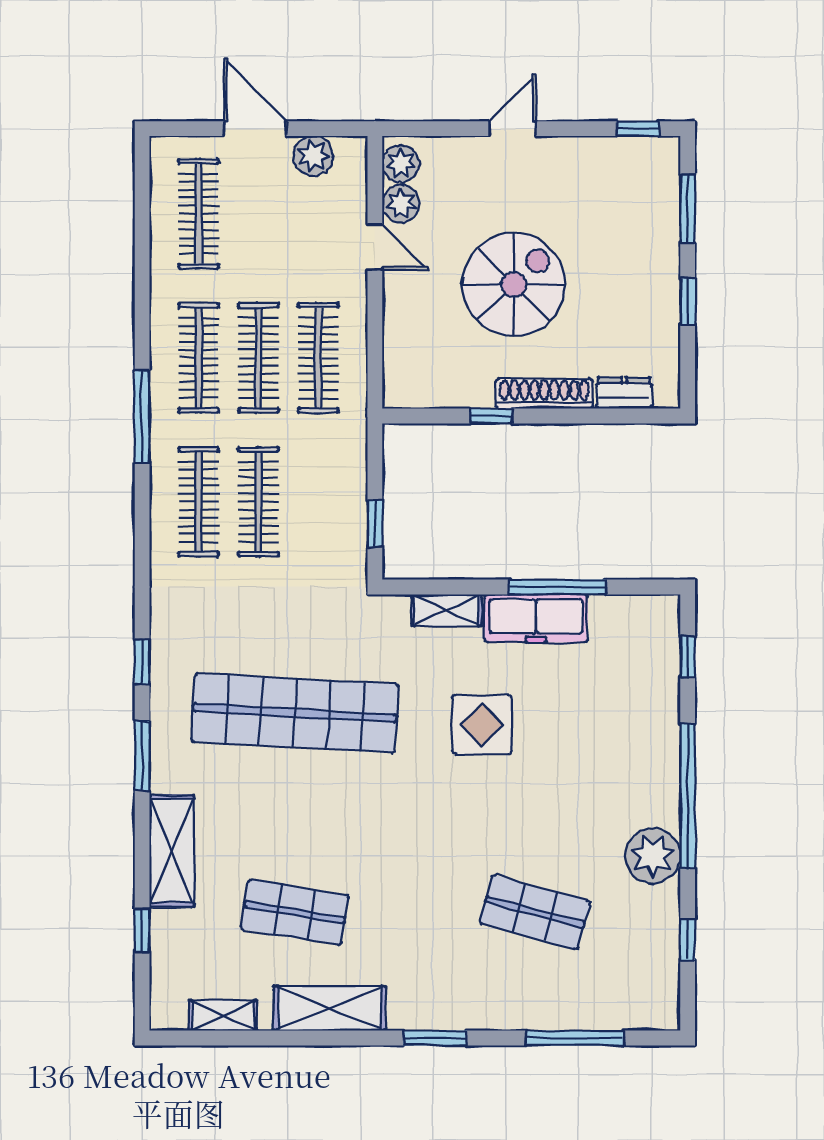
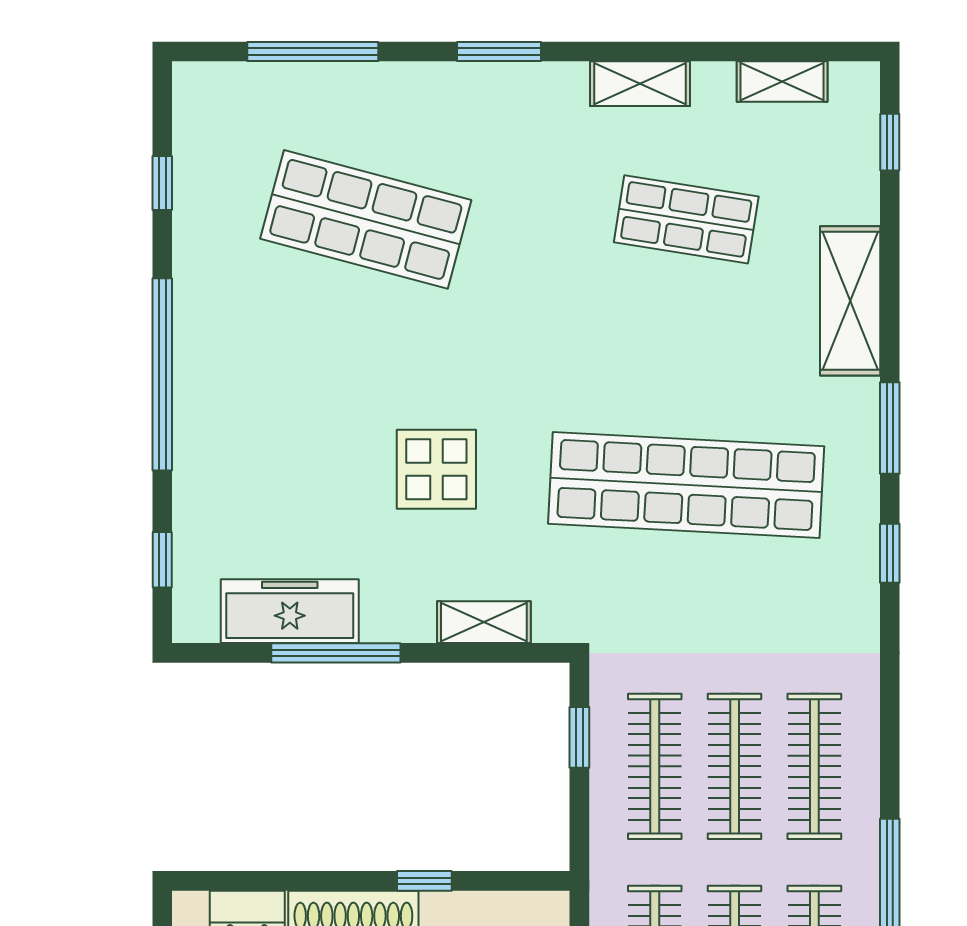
clothes rail: (318, 502) -> (655, 766), added
freezer: (536, 618) -> (290, 611), moved
plant: (653, 856) -> (209, 295), removed
shop shelf: (535, 912) -> (366, 219), width x1.43, depth x1.36
window: (142, 930) -> (890, 142), moved
shelving: (329, 1008) -> (640, 84), width x0.67, depth x0.75

